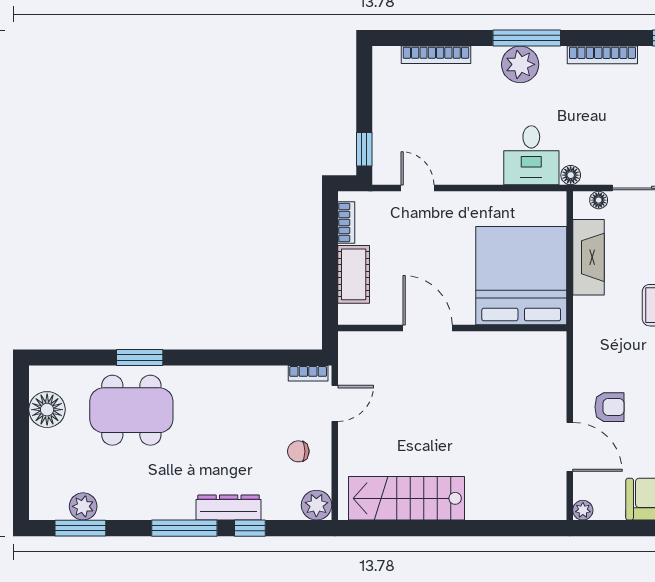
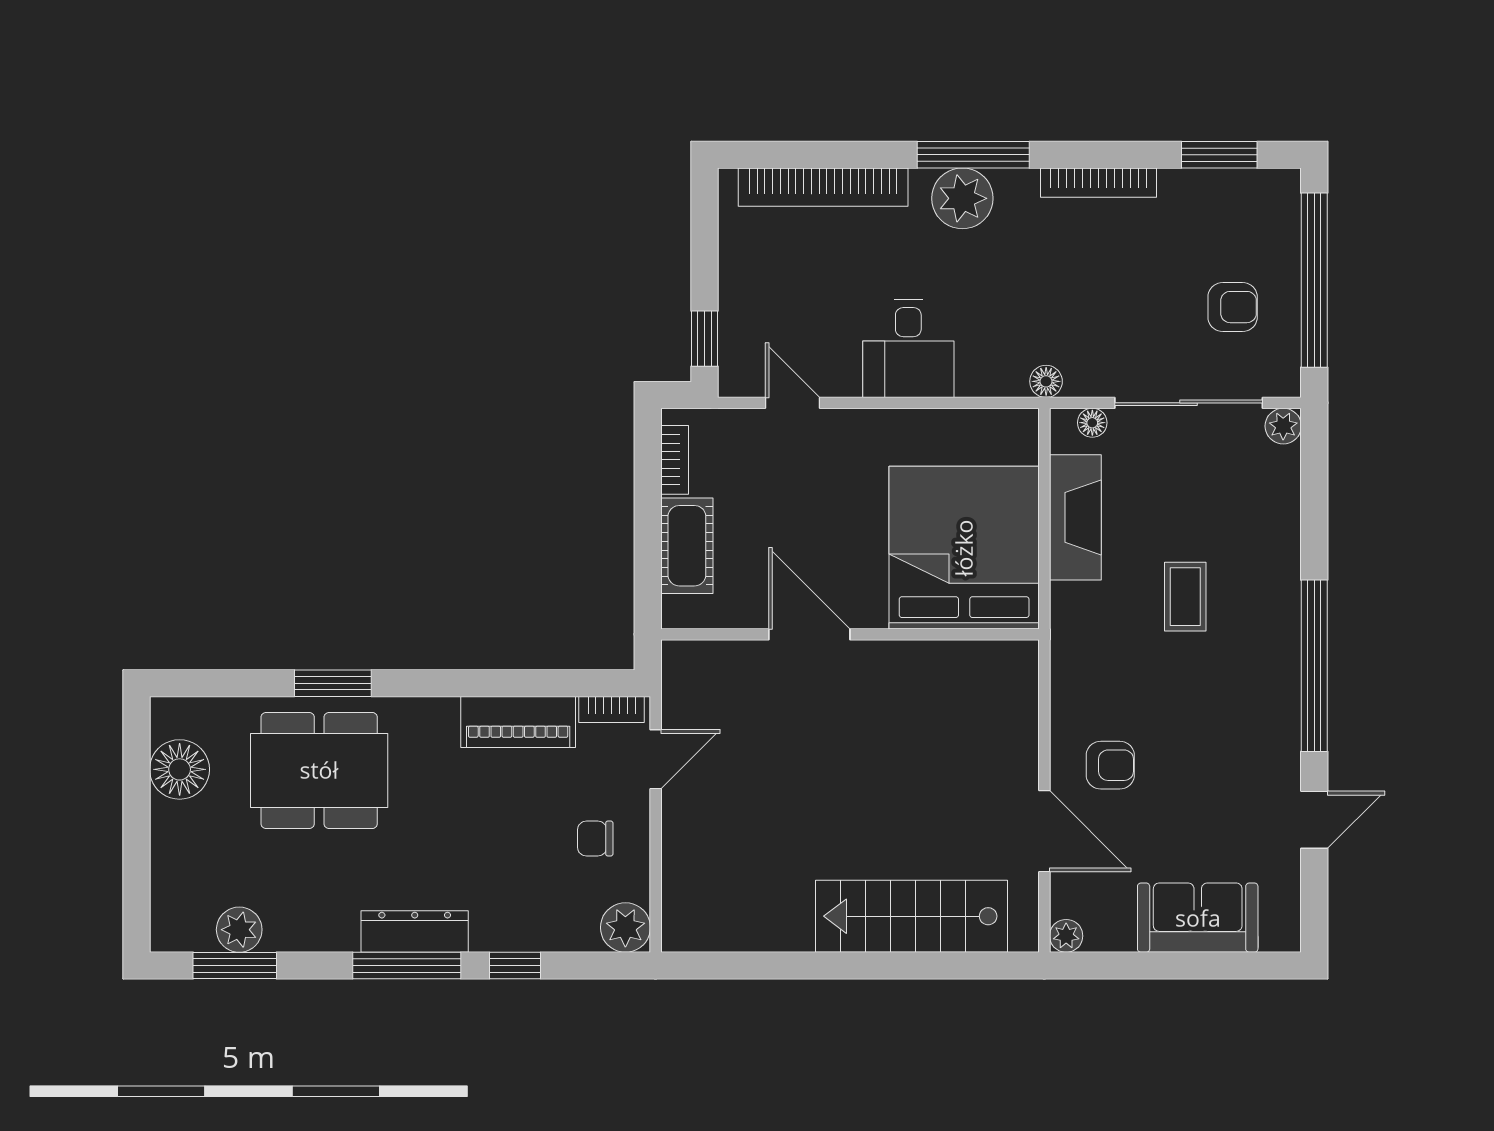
bookcase: (436, 55) -> (823, 187), width x1.48, depth x1.31
desk: (531, 155) -> (908, 349), moved
piano: (252, 381) -> (518, 722), added
stairs: (406, 498) -> (911, 916), moved
dresser: (229, 508) -> (415, 931), moved

